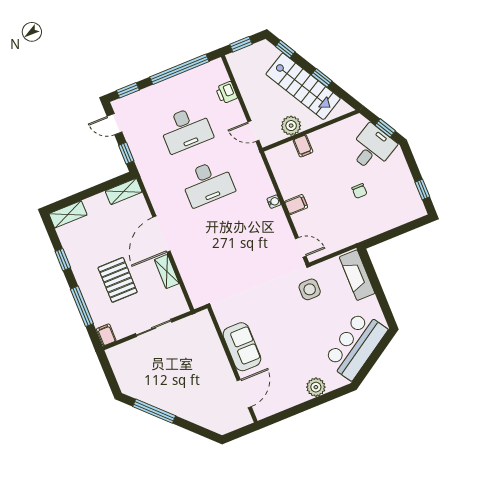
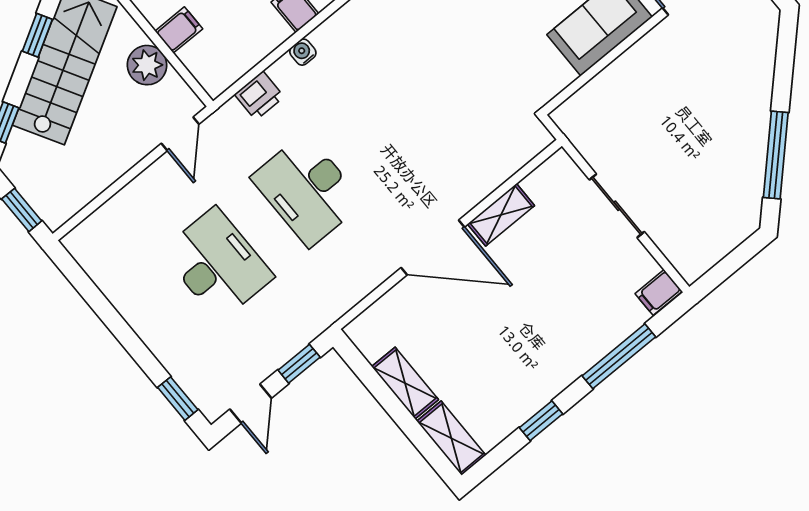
window: (179, 69) -> (107, 313), removed
printer: (227, 93) -> (259, 96), moved
desk: (208, 183) -> (307, 190), turned 180
shelving: (124, 191) -> (405, 383), moved
pallet: (118, 280) -> (547, 304), removed

